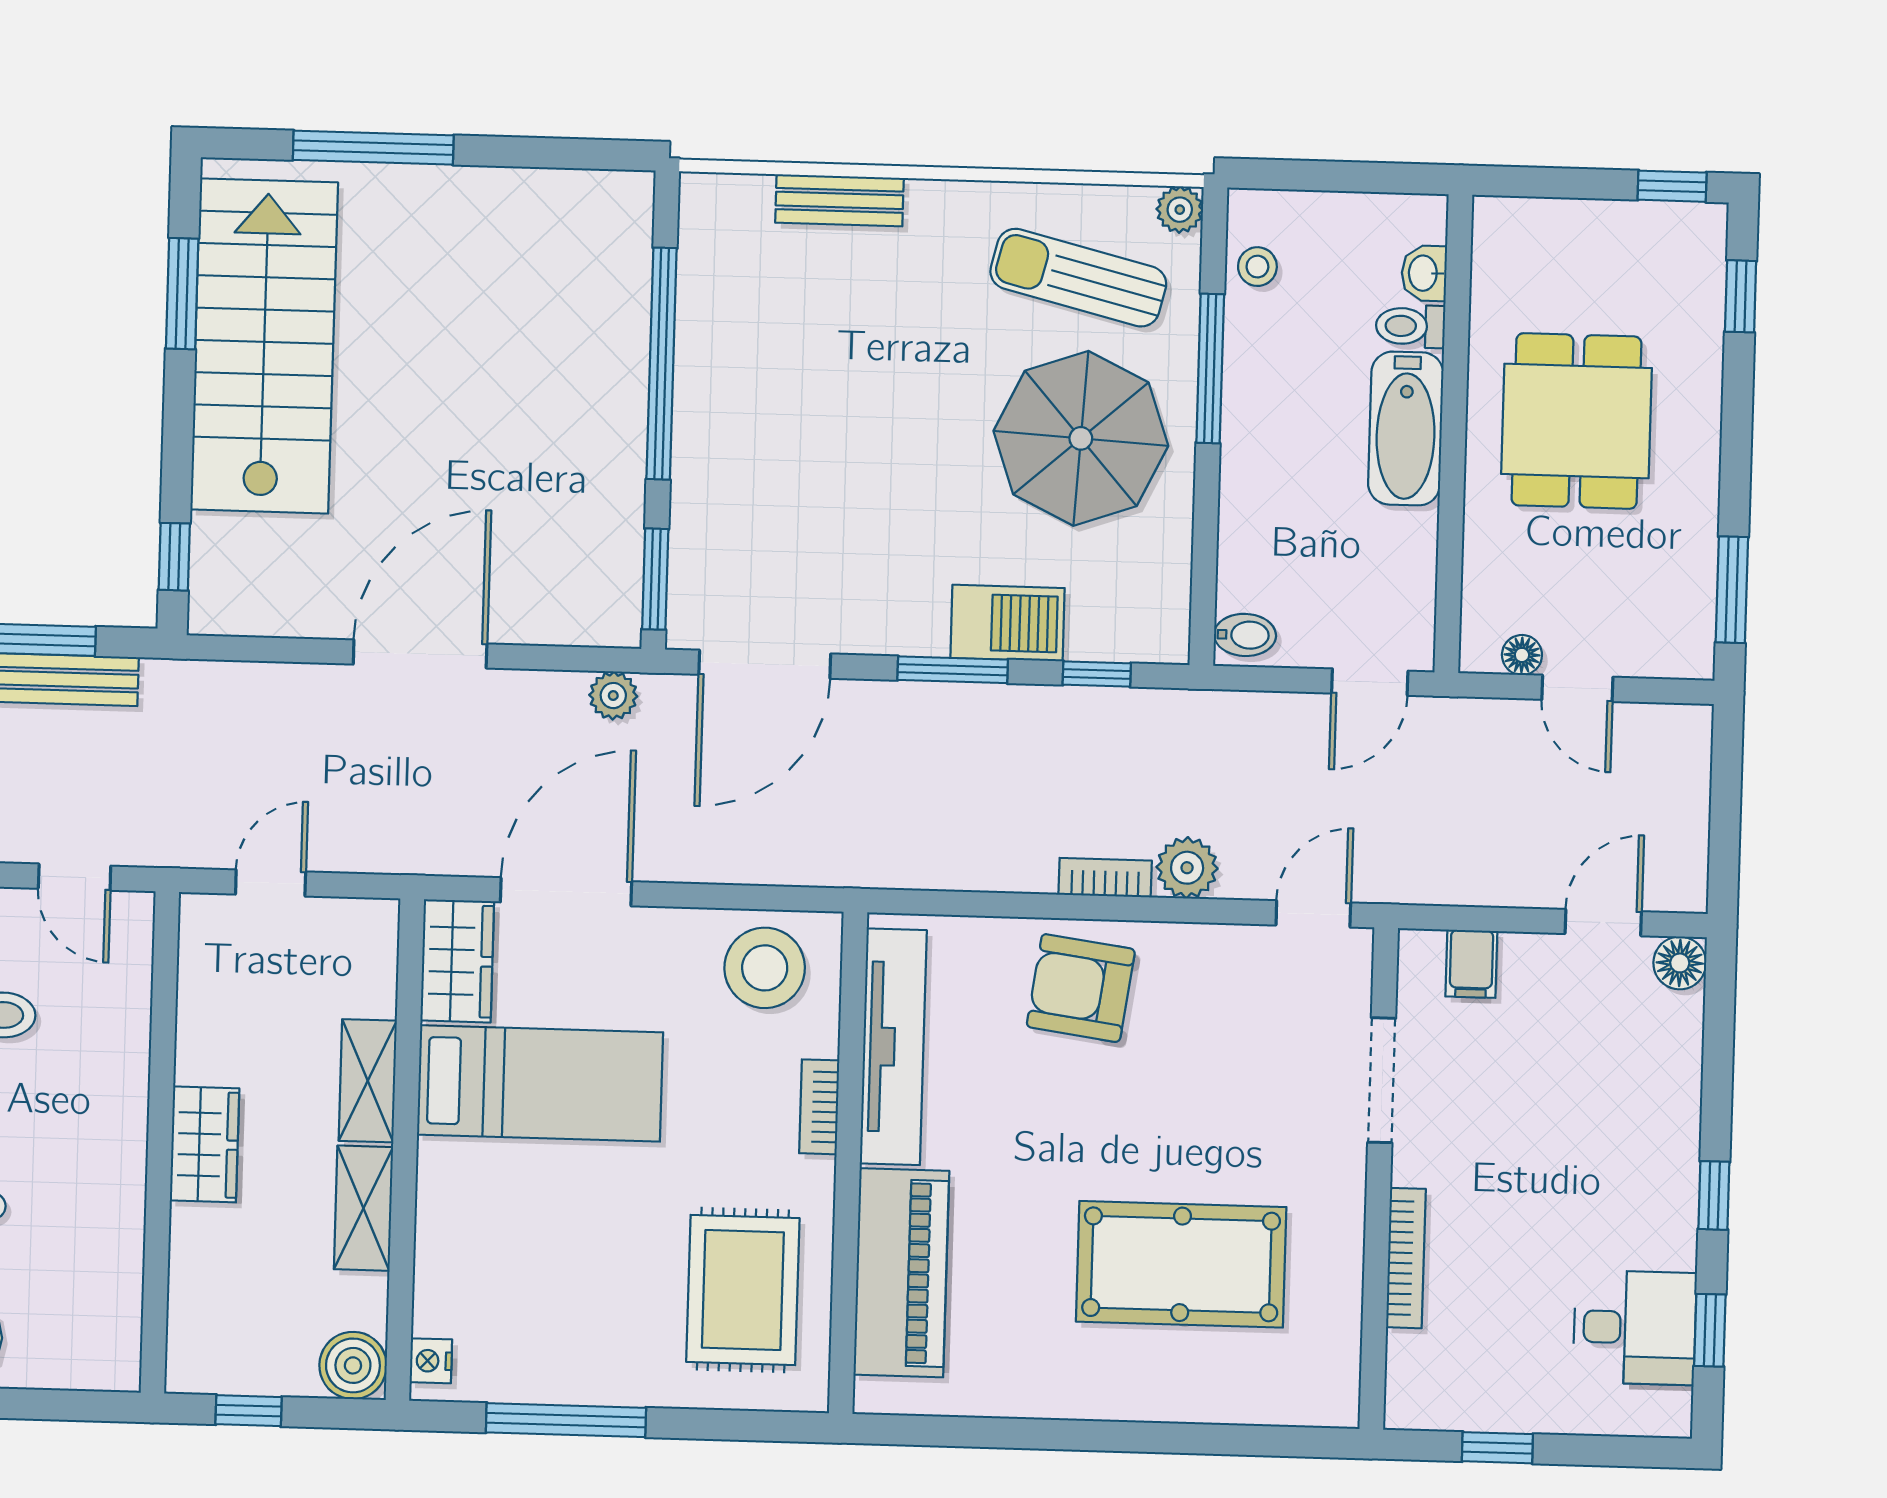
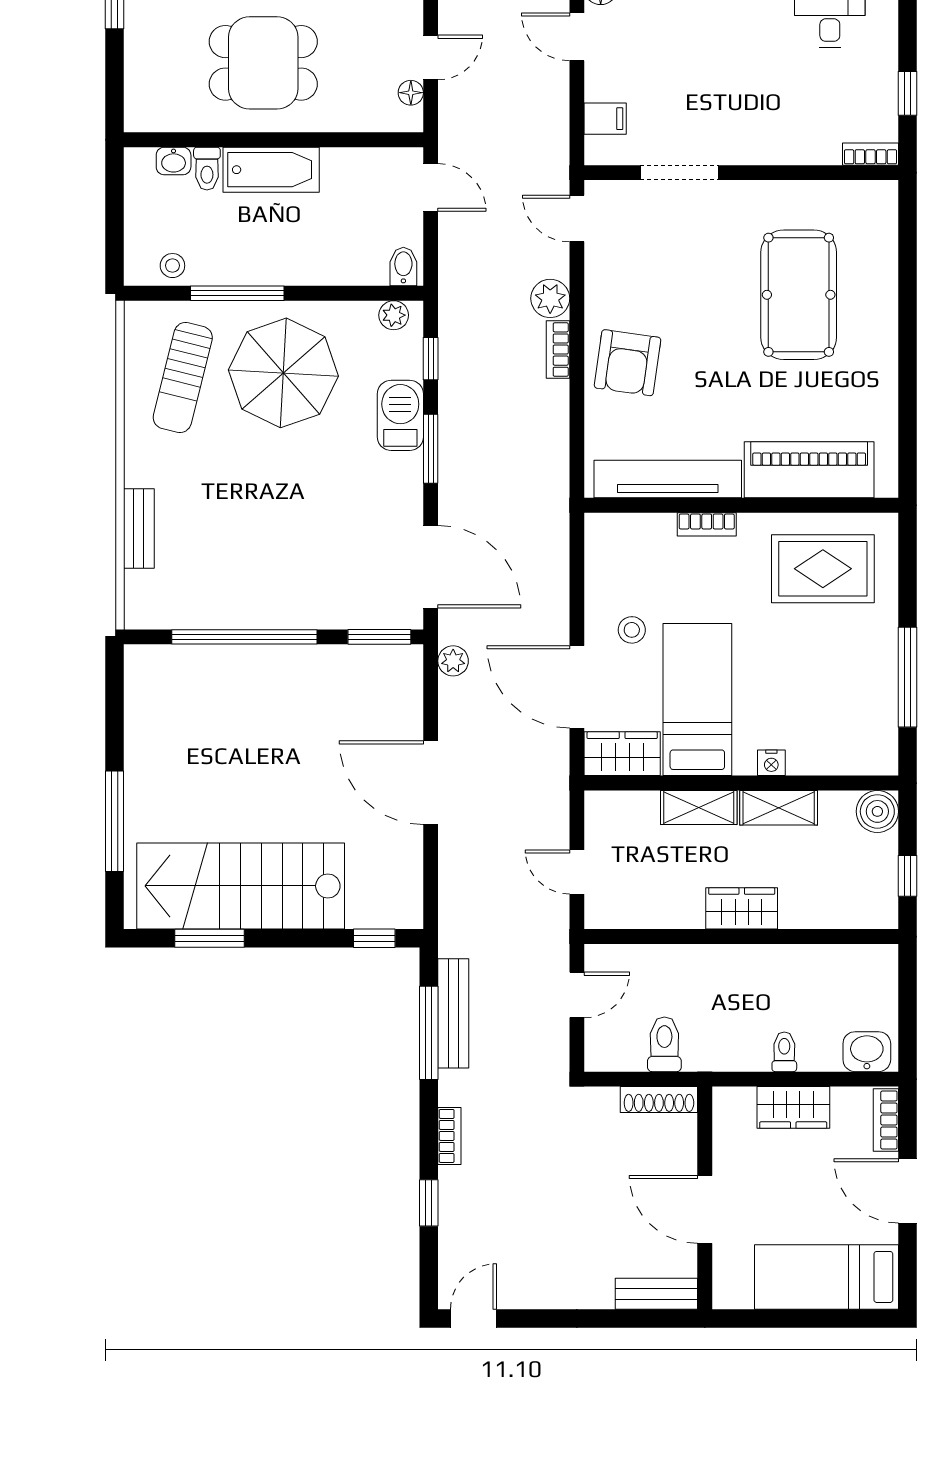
plant: (1180, 210) -> (394, 315), moved
stool: (765, 968) -> (632, 630), moved, width x0.53, depth x0.53
bookcase: (1406, 1258) -> (871, 154), moved, width x0.64
nightstand: (431, 1361) -> (771, 763), moved

